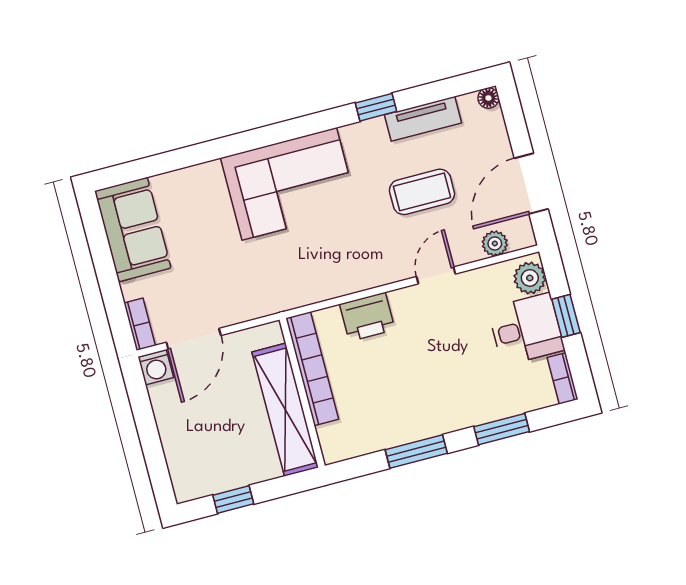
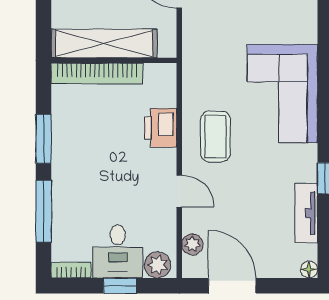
coffee table: (422, 192) -> (215, 137), moved
bookcase: (312, 369) -> (97, 73), moved
window: (502, 429) -> (44, 211), width x1.44

